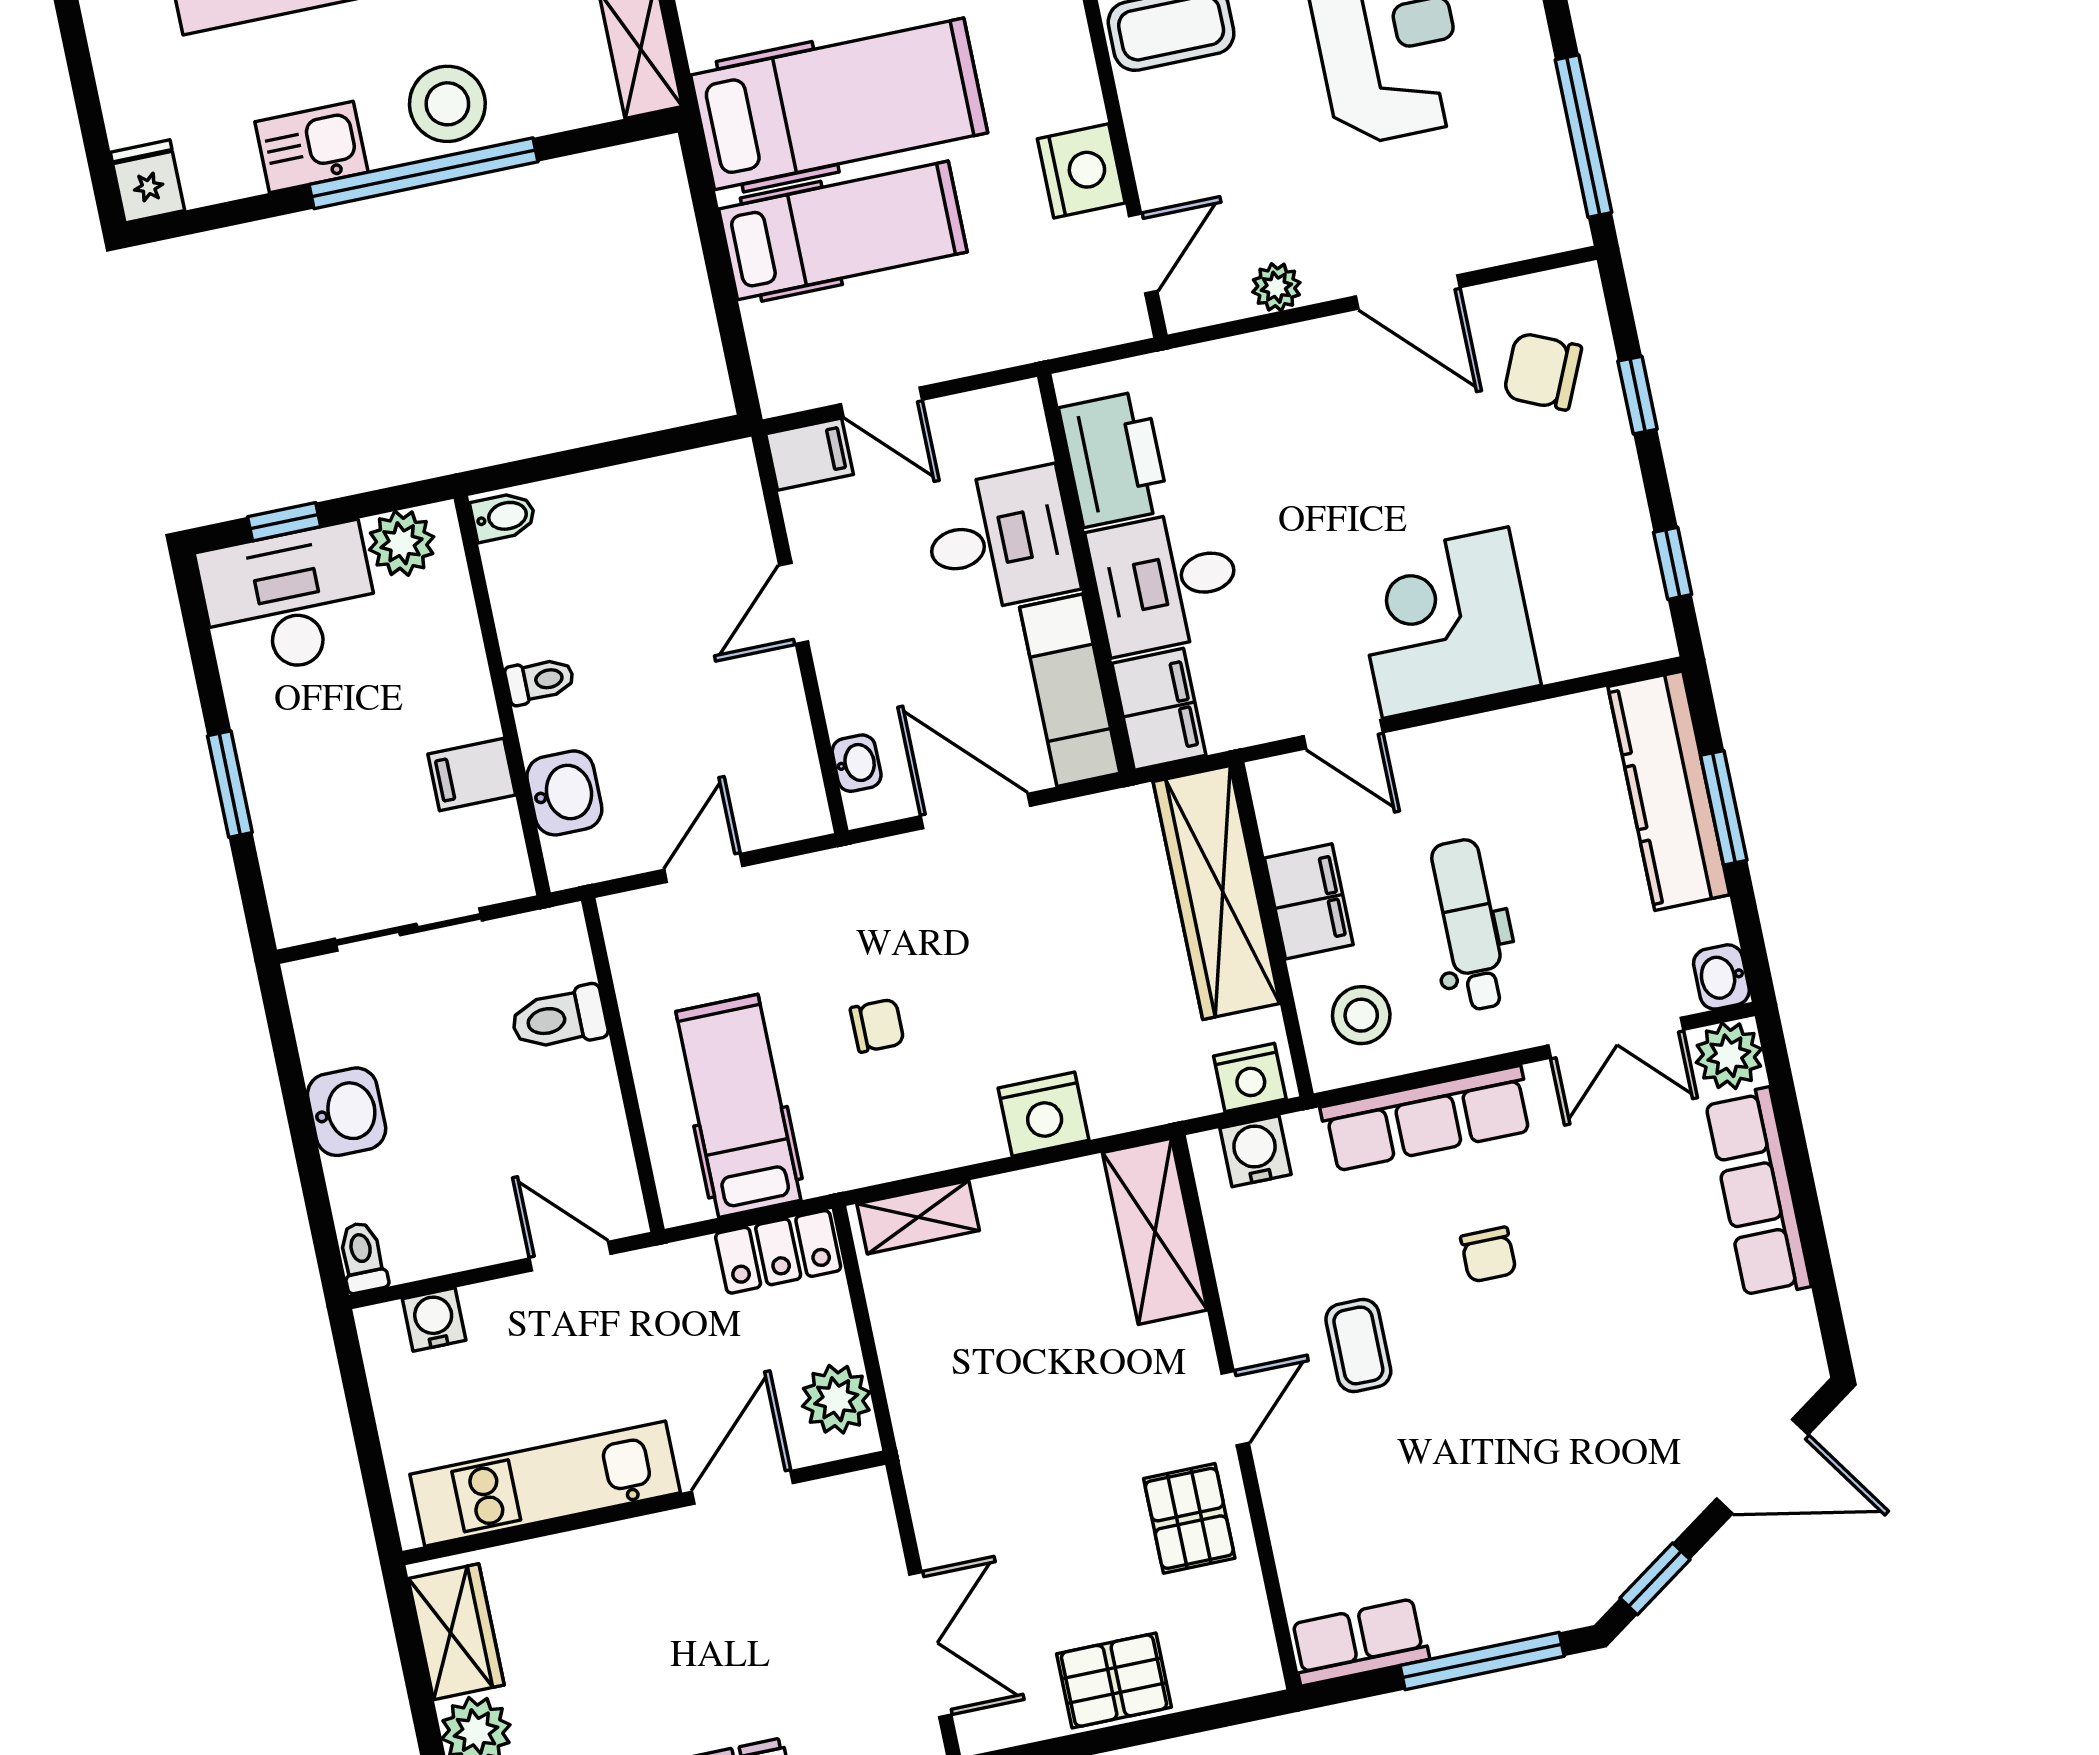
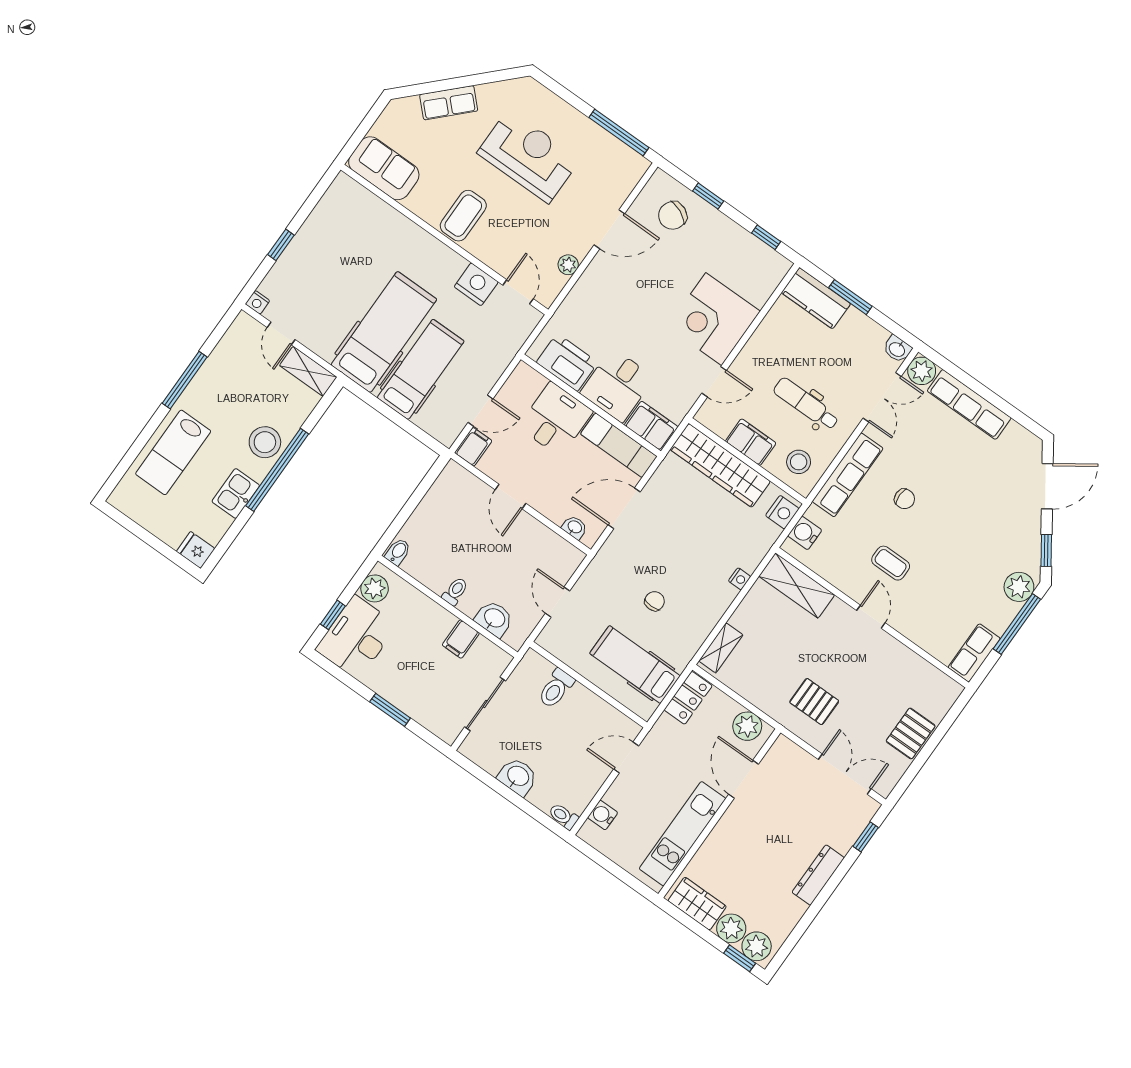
kitchen counter: (1669, 791) -> (816, 298), width x0.67
nightstand: (1043, 1114) -> (740, 579), width x0.53, depth x0.56
pallet: (1189, 1518) -> (814, 702), moved
plant: (1547, 1599) -> (1019, 587), added

